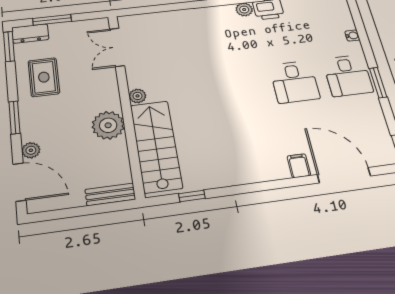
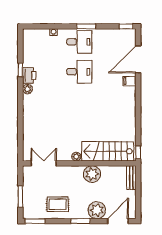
dresser: (30, 34) -> (28, 209), removed
double door: (117, 47) -> (44, 163), swing flipped
plant: (31, 150) -> (97, 210), width x1.87, depth x1.87
window: (192, 196) -> (138, 152), moved

